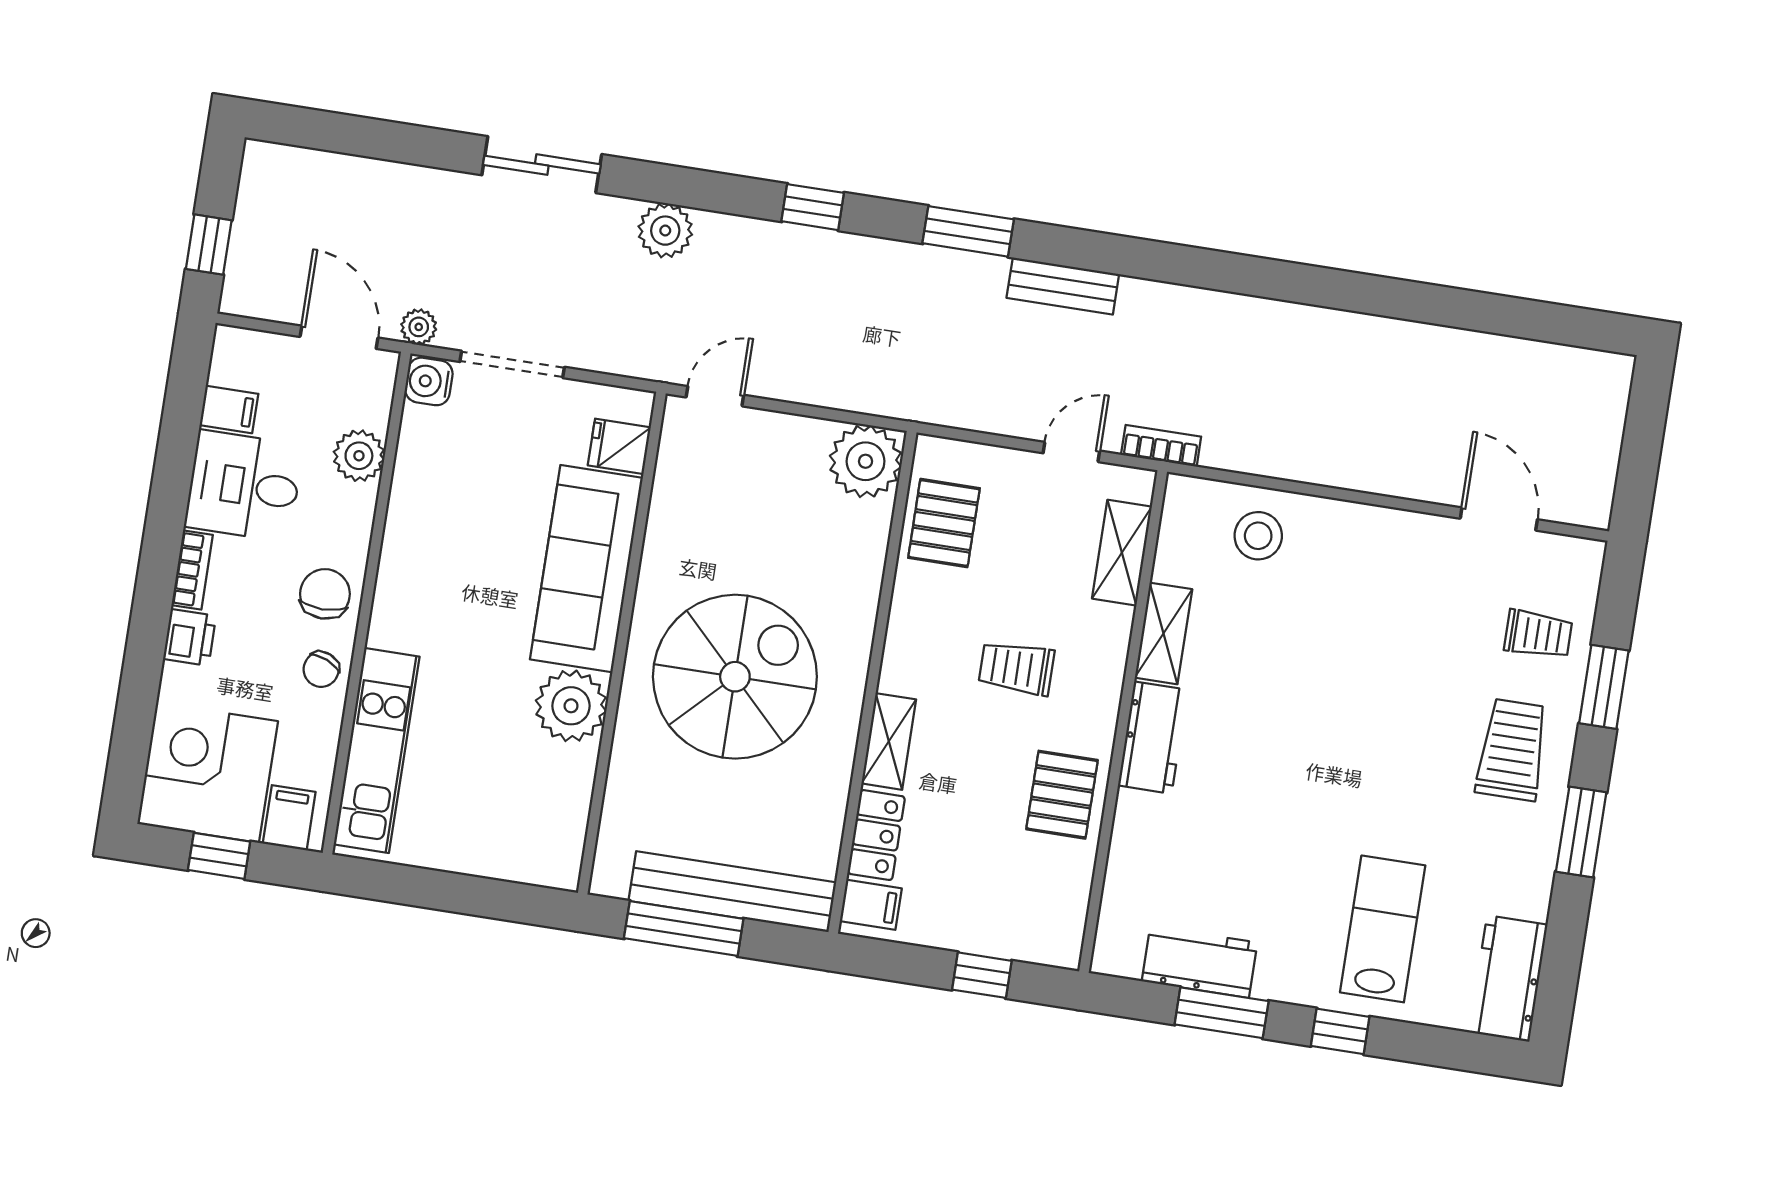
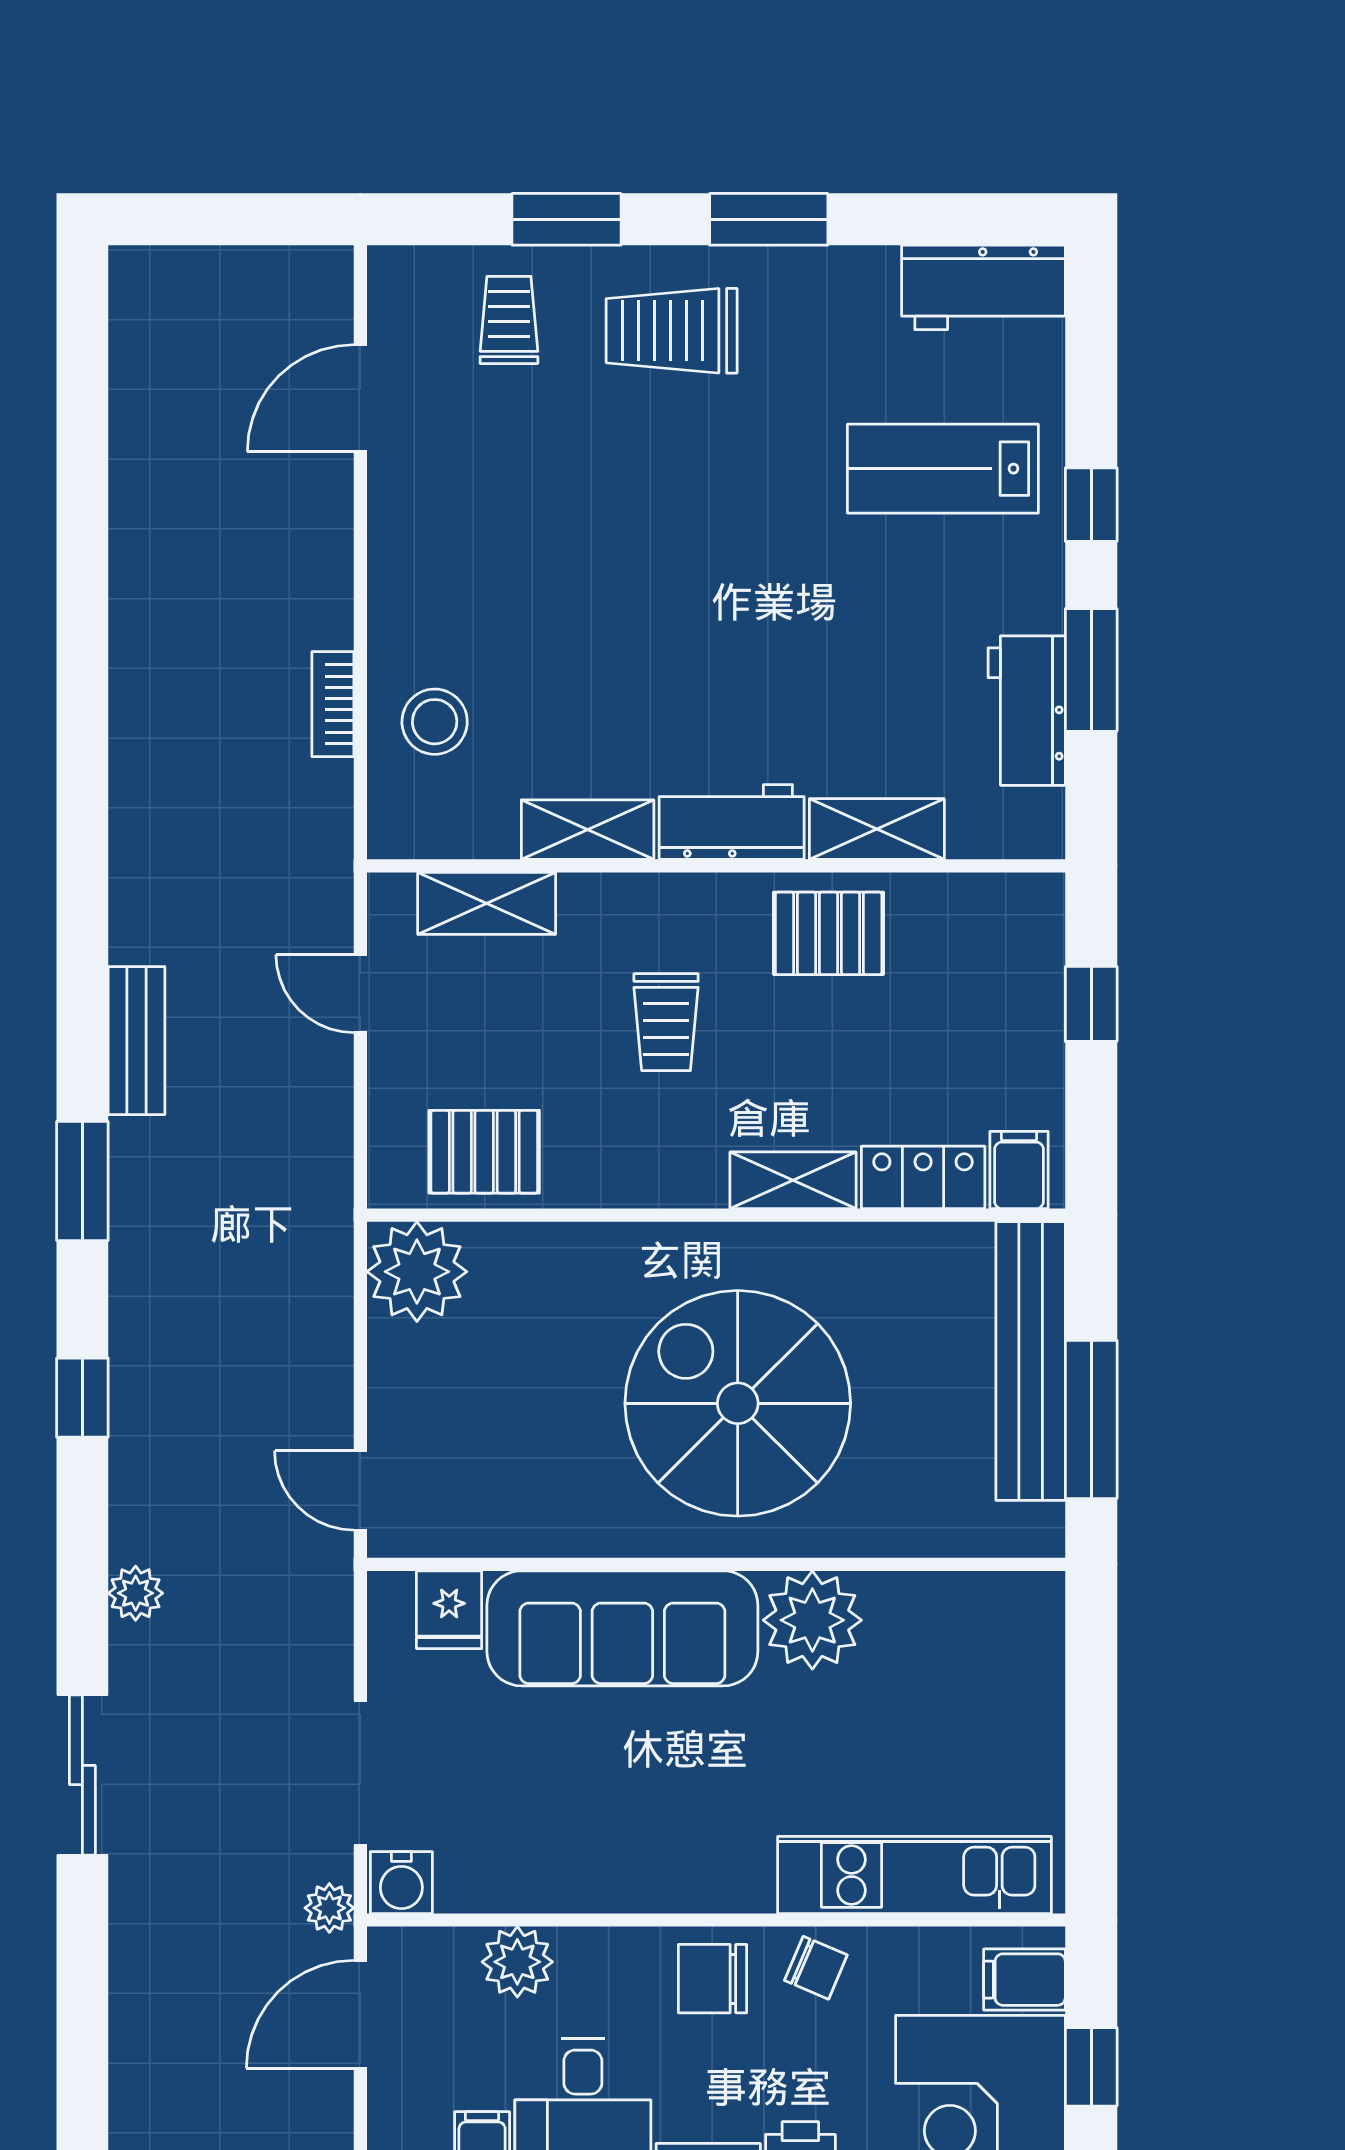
plant: (665, 231) -> (136, 1593), width x0.73, depth x0.73
bookcase: (1161, 446) -> (333, 704), moved
shelving: (1131, 841) -> (877, 829), added

